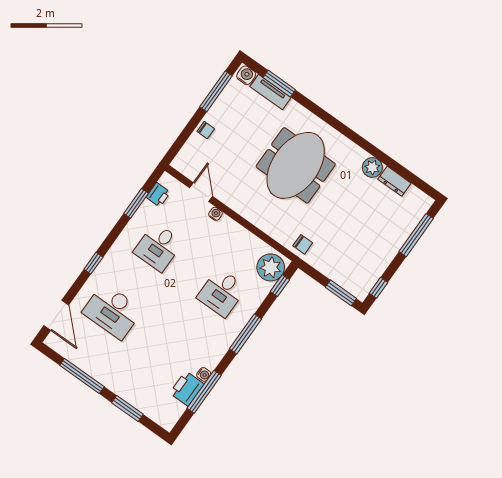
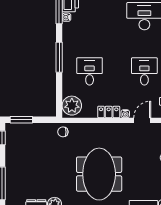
door: (201, 192) -> (142, 120), swing flipped
locker: (233, 230) -> (109, 112), added
window: (280, 286) -> (59, 99), removed

